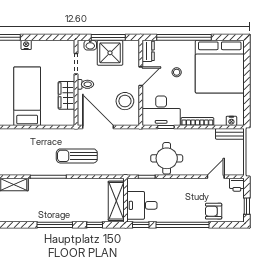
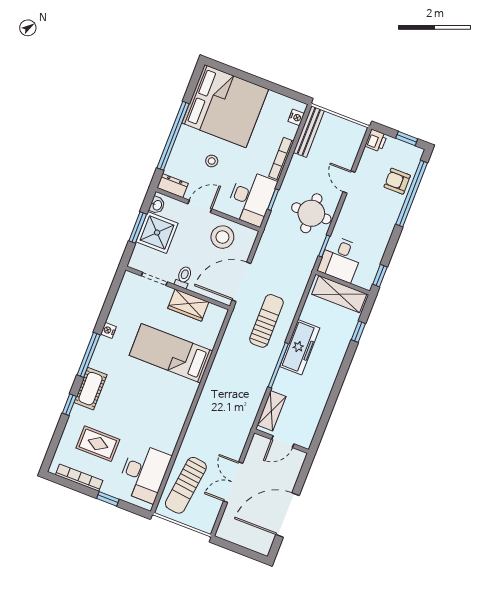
window: (108, 37) -> (138, 228), width x0.69
washbasin: (90, 45) -> (157, 205), moved
door: (141, 76) -> (200, 206), hinge flipped
bench: (230, 134) -> (309, 132), width x1.36
sun lounger: (77, 156) -> (266, 321), turned 180
door: (216, 177) -> (349, 182), moved
freezer: (67, 187) -> (300, 347), added
desk: (142, 205) -> (341, 259), moved
armchair: (214, 211) -> (397, 181), turned 90
window: (55, 225) -> (340, 380), removed
window: (182, 225) -> (412, 194), moved

